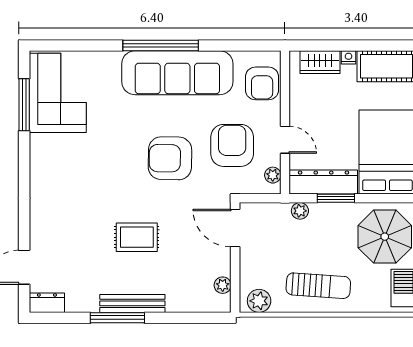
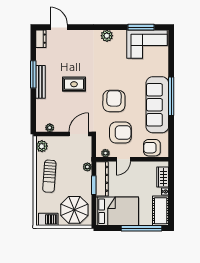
plant: (41, 172) -> (107, 36), added
rug: (137, 237) -> (74, 84), turned 90

